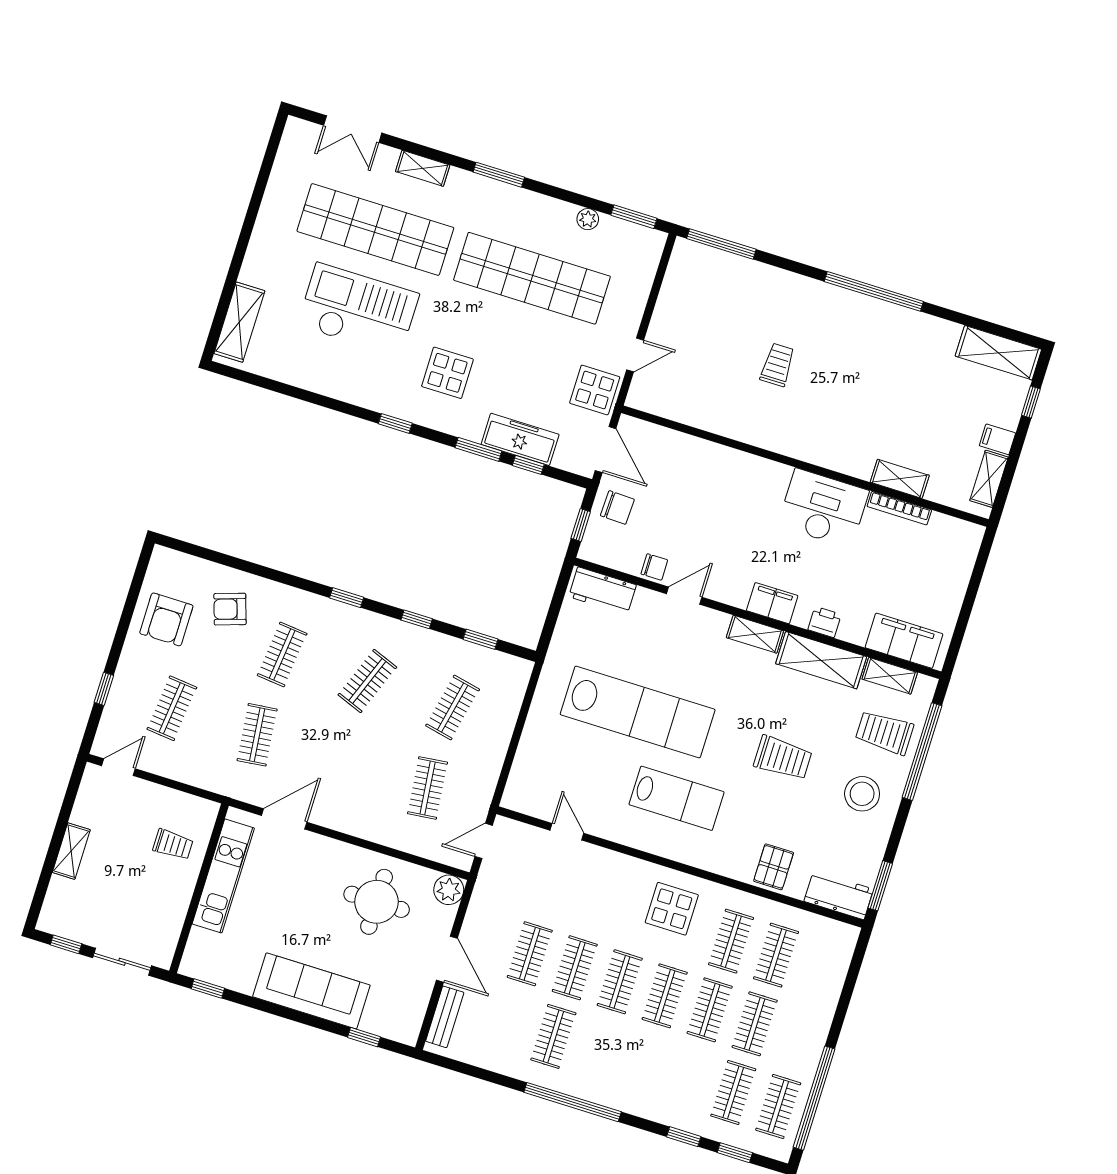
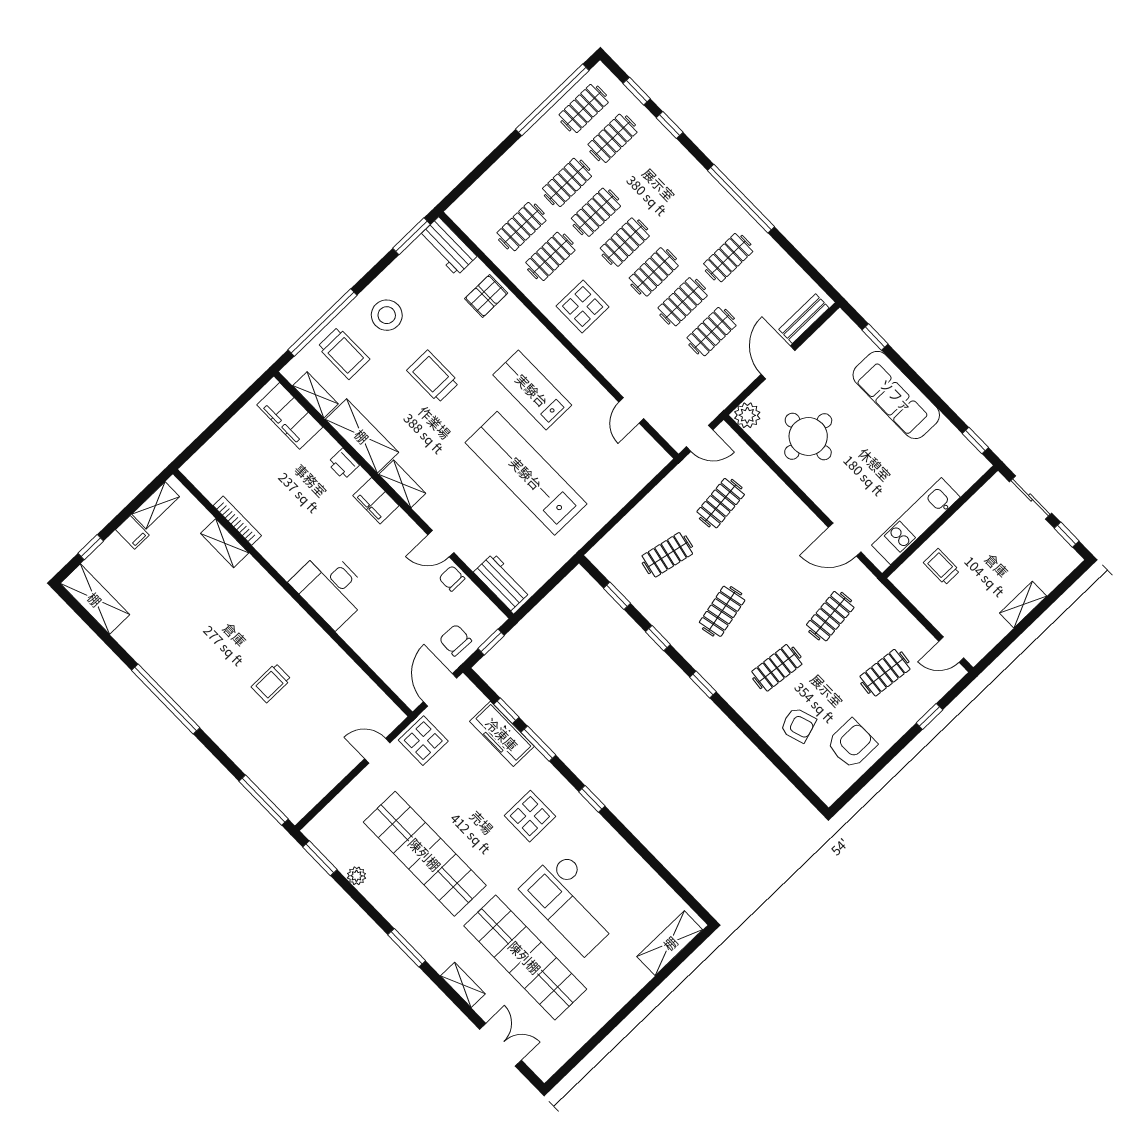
desk: (823, 508) -> (331, 588), moved
clothes rail: (367, 681) -> (722, 611), turned -33

